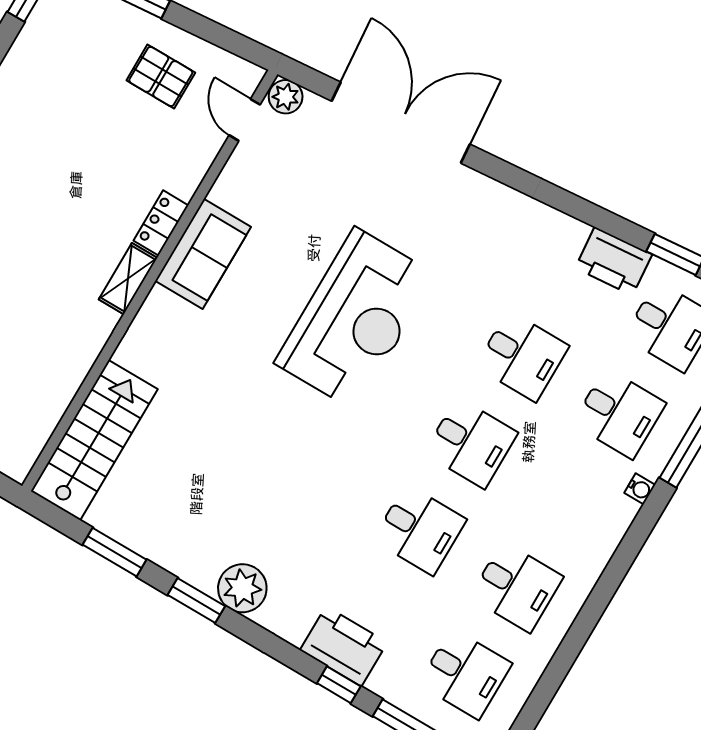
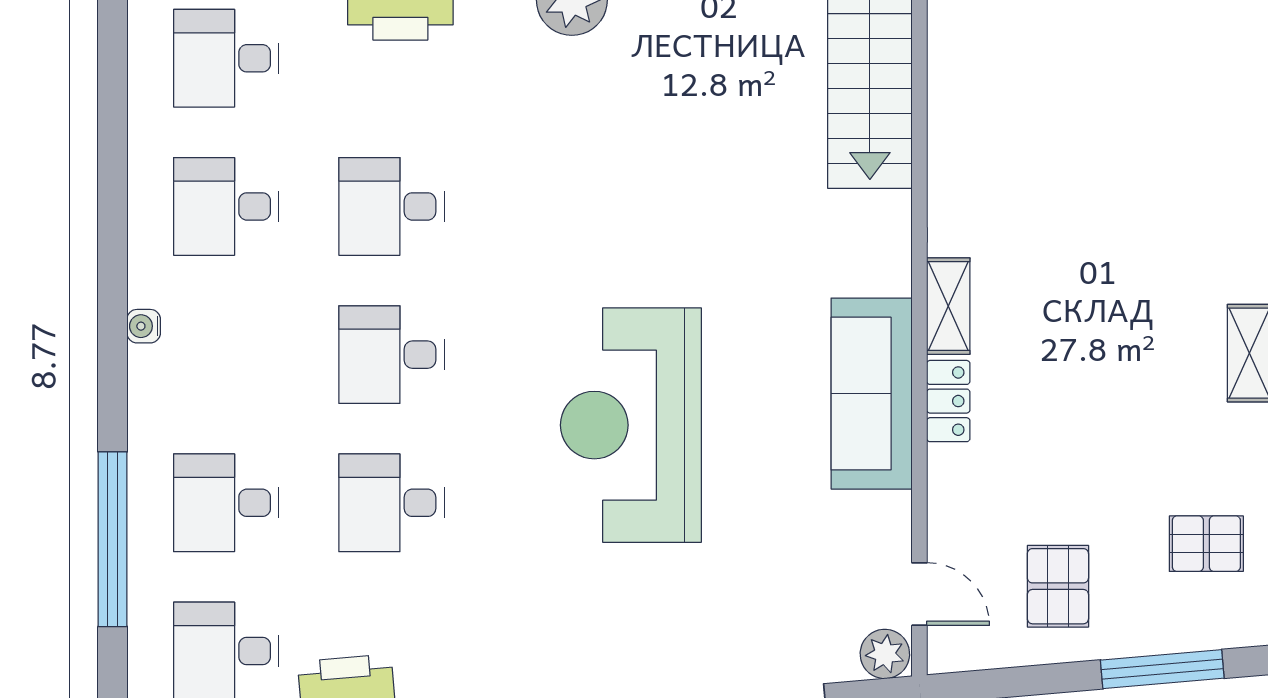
pallet: (59, 50) -> (1206, 544), added
pallet: (161, 76) -> (1058, 586), turned 90
sofa: (203, 254) -> (872, 394), width x1.36
water cooler: (640, 489) -> (144, 326), moved

